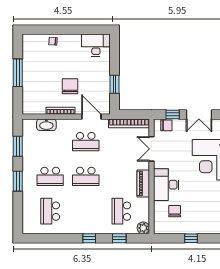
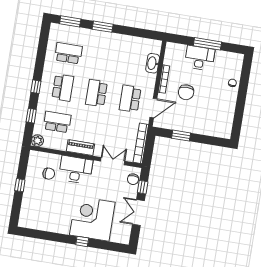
desk: (96, 45) -> (200, 58), moved, turned -90
chair: (70, 86) -> (186, 92), turned 90
window: (18, 146) -> (70, 21), moved
school desk: (50, 176) -> (63, 88), moved, turned 180

